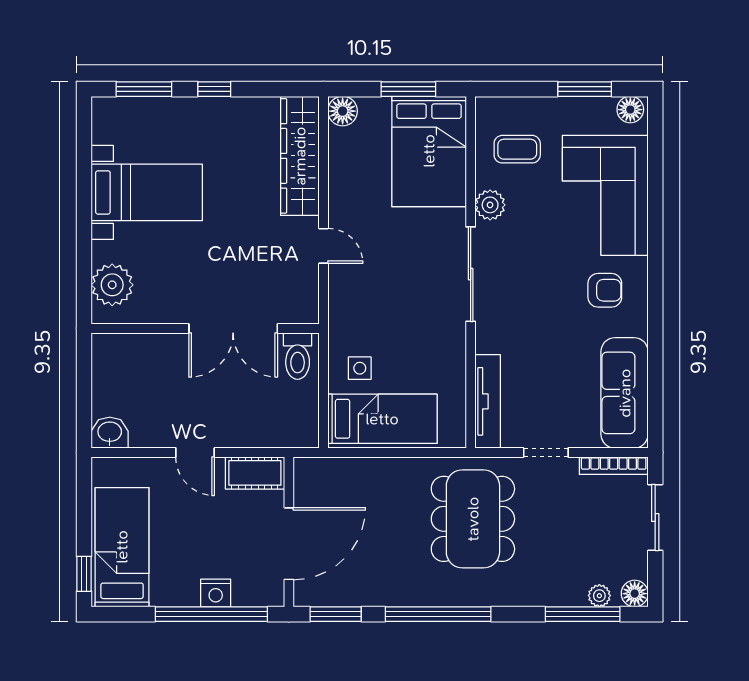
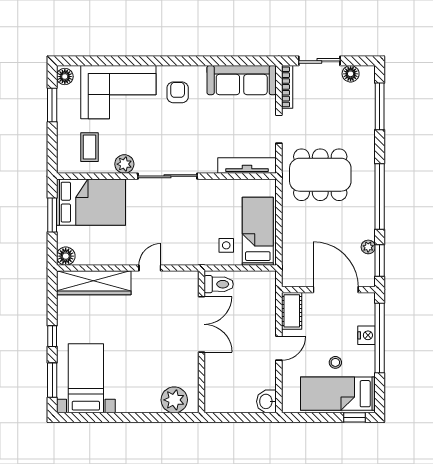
bed with nightstands: (147, 192) -> (86, 378), moved
stool: (172, 543) -> (335, 362), added
floor lamp: (635, 594) -> (351, 74), moved
plant: (599, 596) -> (368, 247), moved

